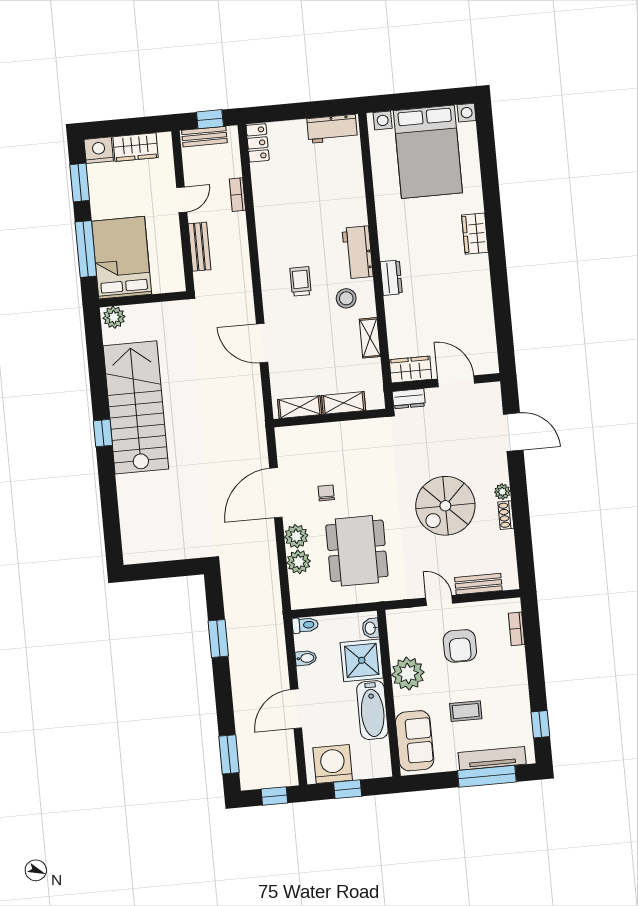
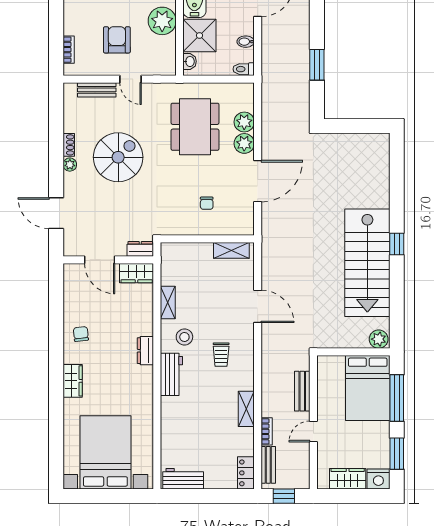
bench: (204, 137) -> (268, 465), moved, turned 90
chair: (470, 290) -> (81, 334), added
shelving: (344, 403) -> (246, 409), moved, turned 90
chair: (326, 493) -> (207, 203), moved

